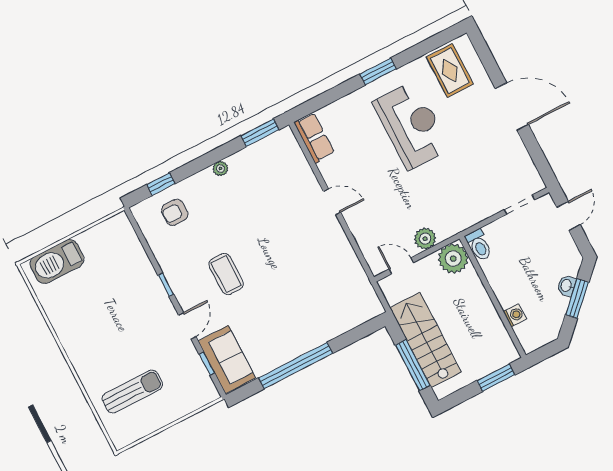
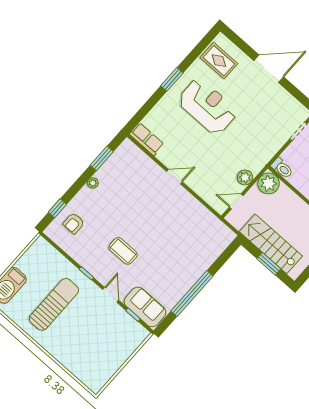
window: (260, 133) -> (102, 158), moved
window: (413, 365) -> (269, 264), width x0.69
sun lounger: (132, 392) -> (54, 304), moved, width x1.36, depth x1.34

